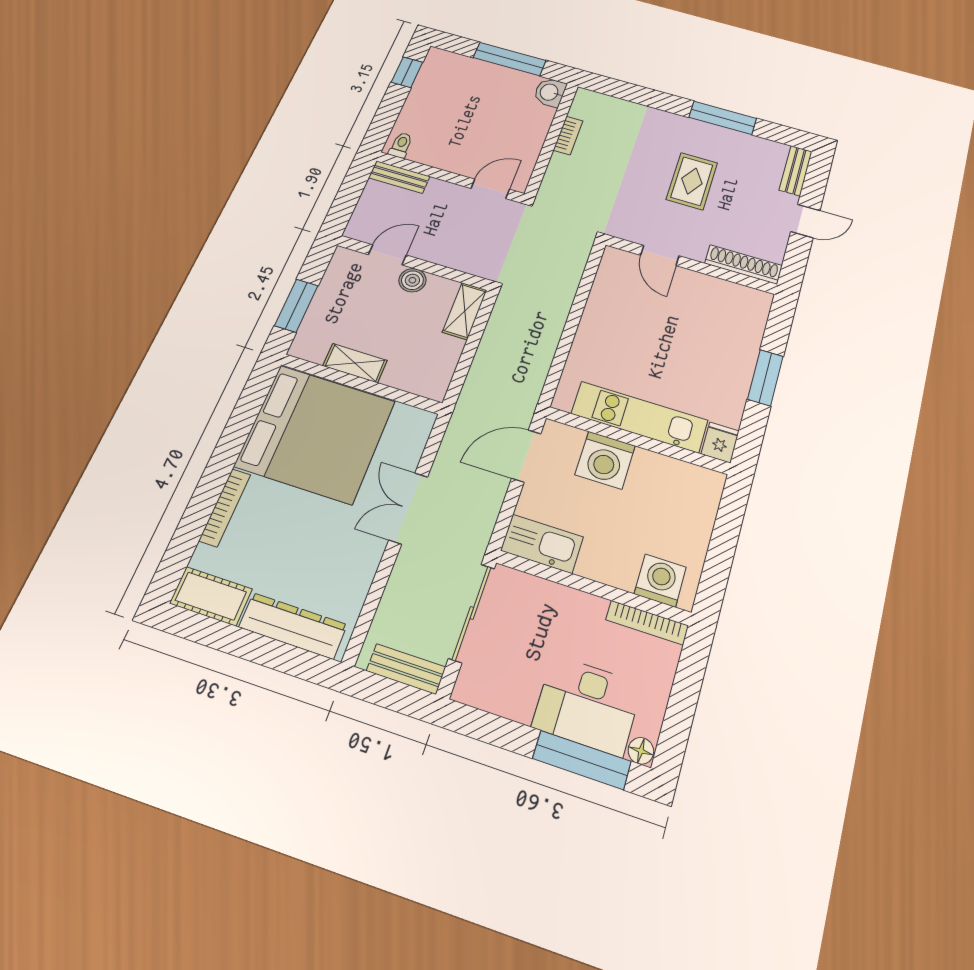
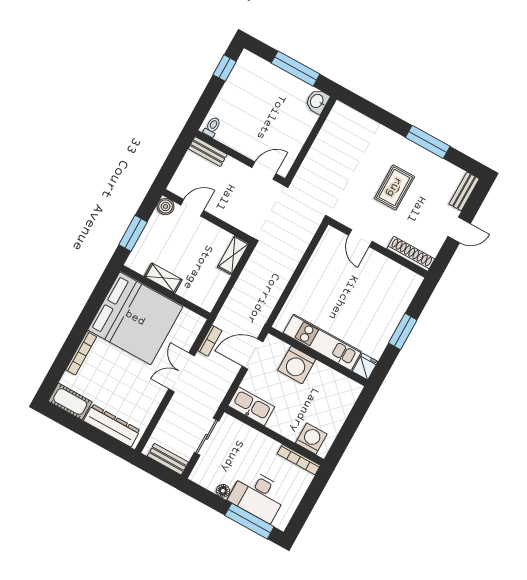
bookcase: (568, 135) -> (210, 341), moved
boiler: (412, 280) -> (165, 206), moved
sliding door: (472, 613) -> (207, 437), width x0.73
floor lamp: (641, 751) -> (223, 491), moved

